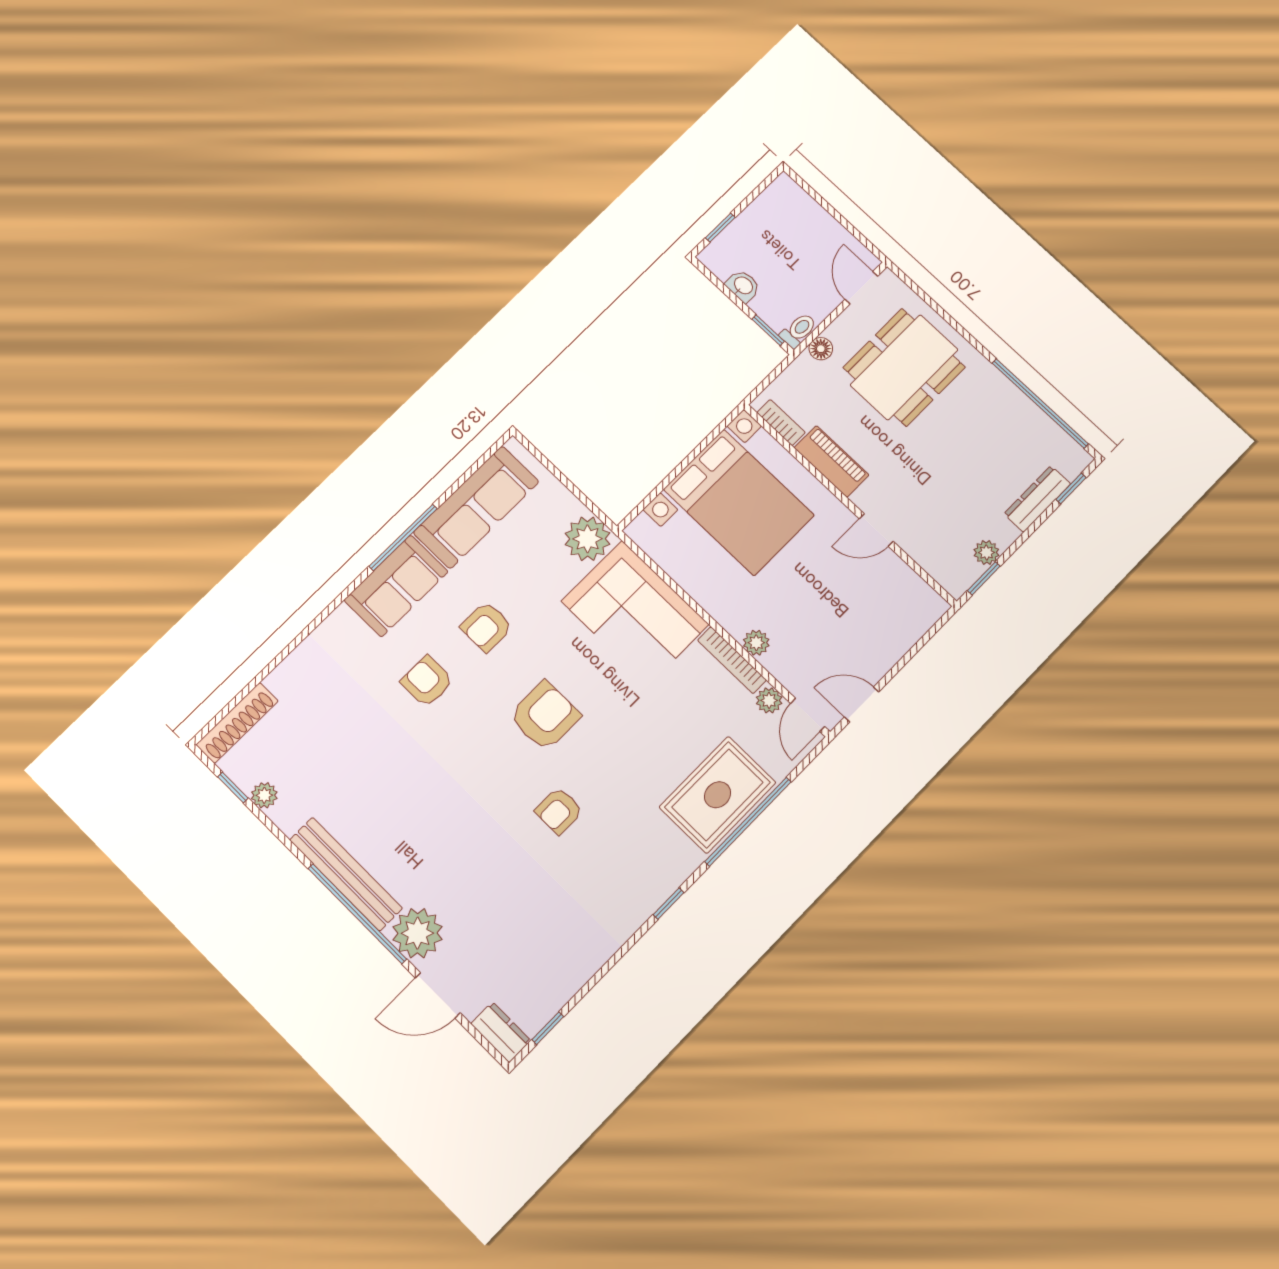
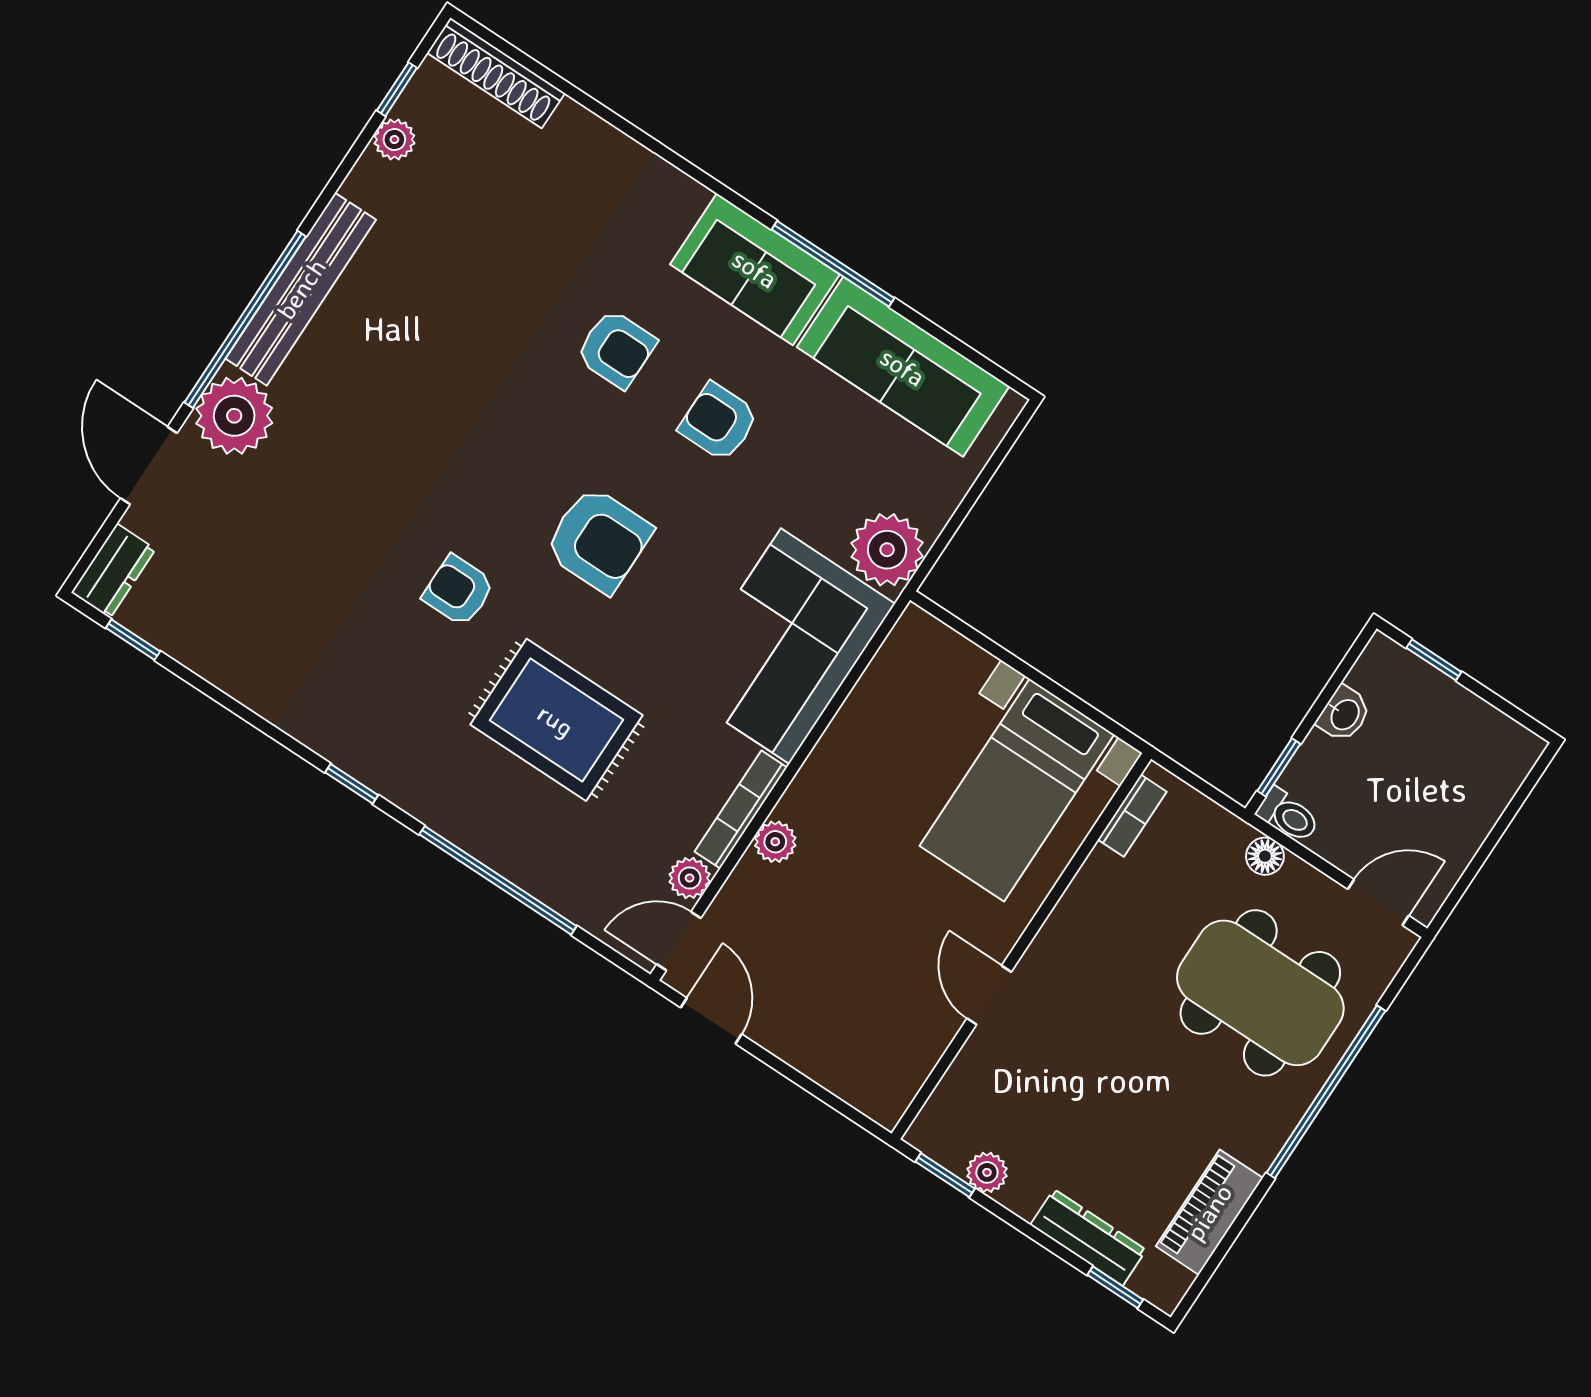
window: (1040, 403) -> (1326, 1092), moved
piano: (832, 461) -> (1209, 1212), moved, turned 180
bed with nightstands: (739, 502) -> (1017, 790), width x0.73
armchair: (427, 681) -> (616, 349), turned 90
rug: (718, 795) -> (556, 720), moved

